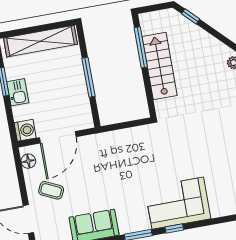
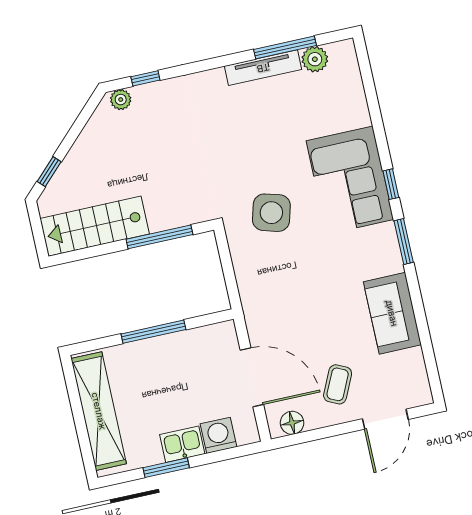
window: (141, 47) -> (159, 237), moved
stairs: (160, 66) -> (95, 226), moved
washing machine: (25, 130) -> (219, 435), moved
side table: (160, 153) -> (271, 213), added

